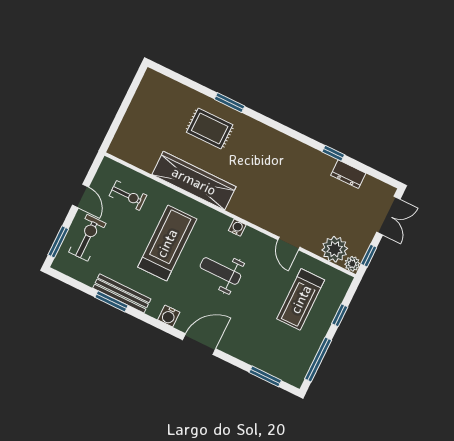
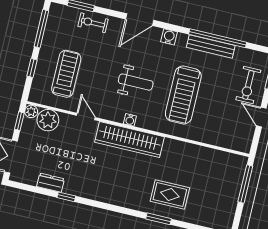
window: (117, 121) -> (245, 184), added
wardrobe: (194, 181) -> (130, 140), moved
exercise bike: (128, 196) -> (93, 23), moved
window: (111, 301) -> (218, 38), width x2.11

